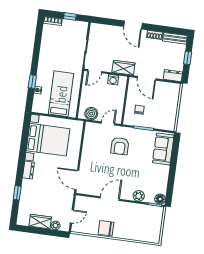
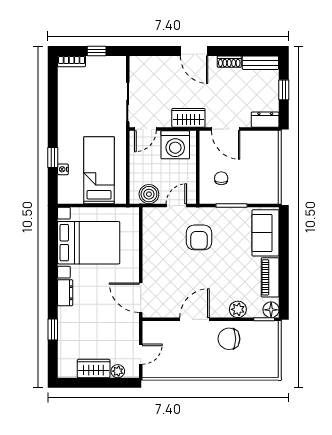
washing machine: (113, 80) -> (175, 145), width x1.89, depth x1.89
piano: (162, 178) -> (270, 277), added
chair: (106, 228) -> (229, 339), moved

